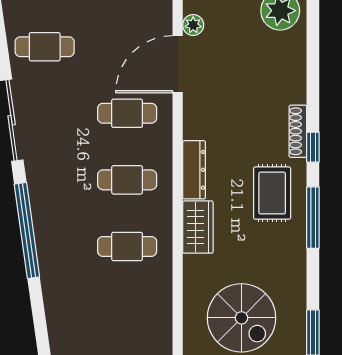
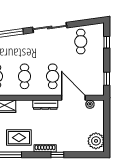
window: (313, 147) -> (57, 155), moved
dresser: (194, 170) -> (45, 105), moved

